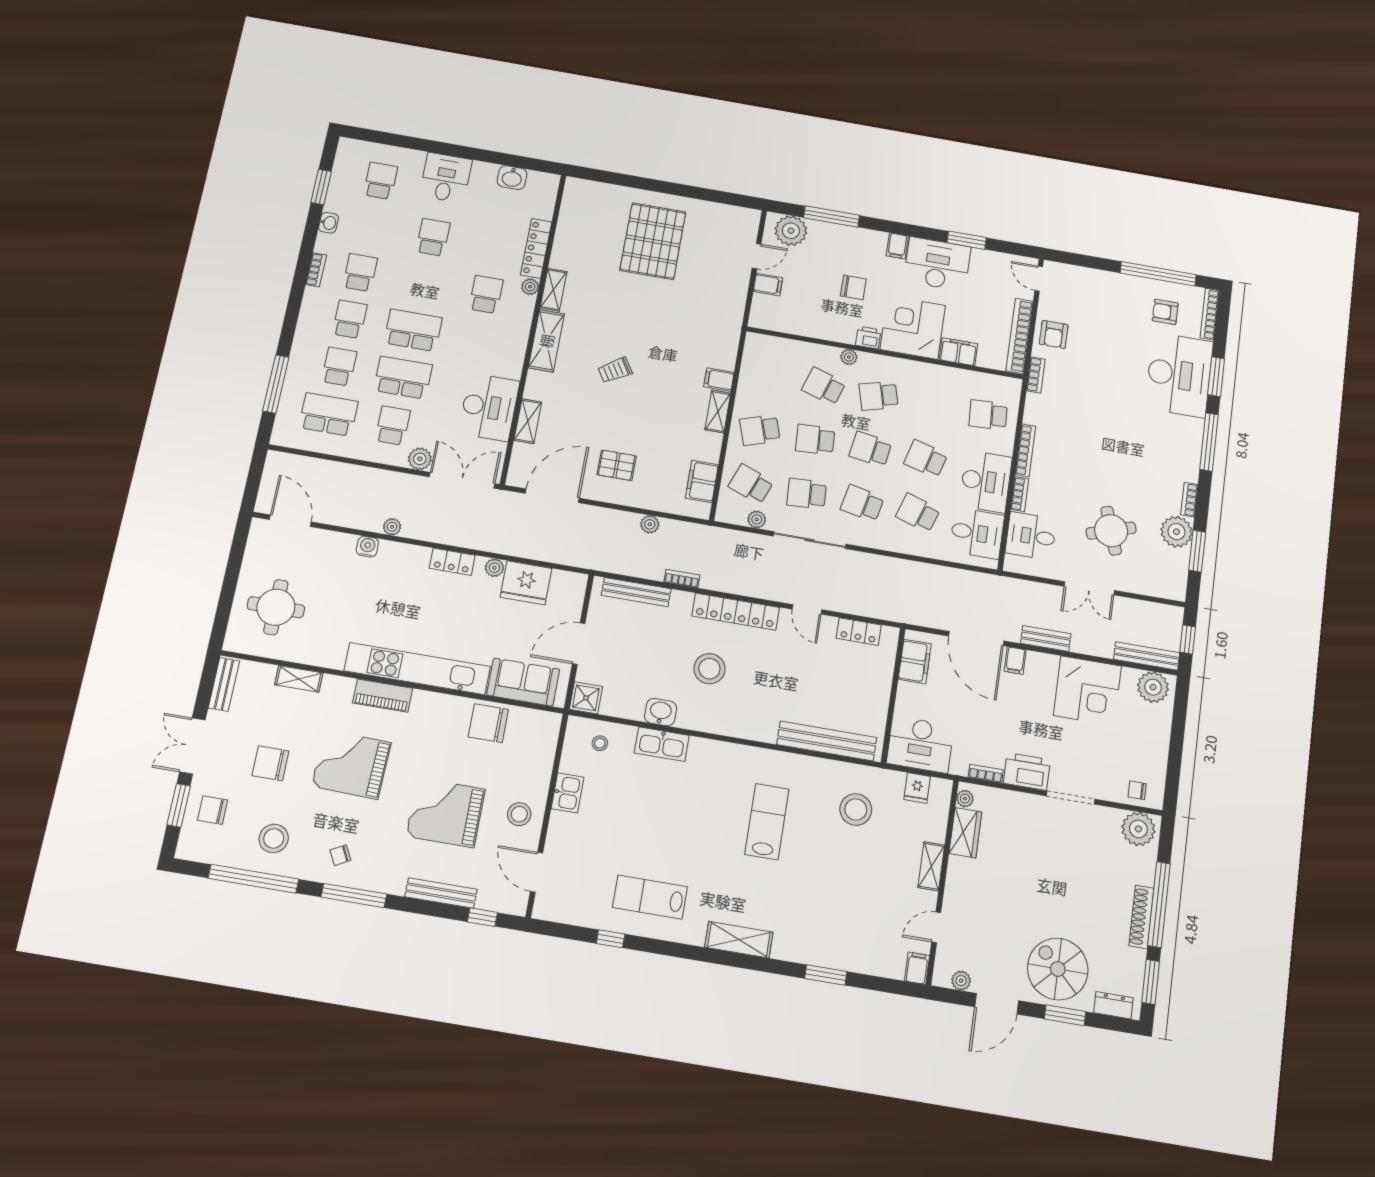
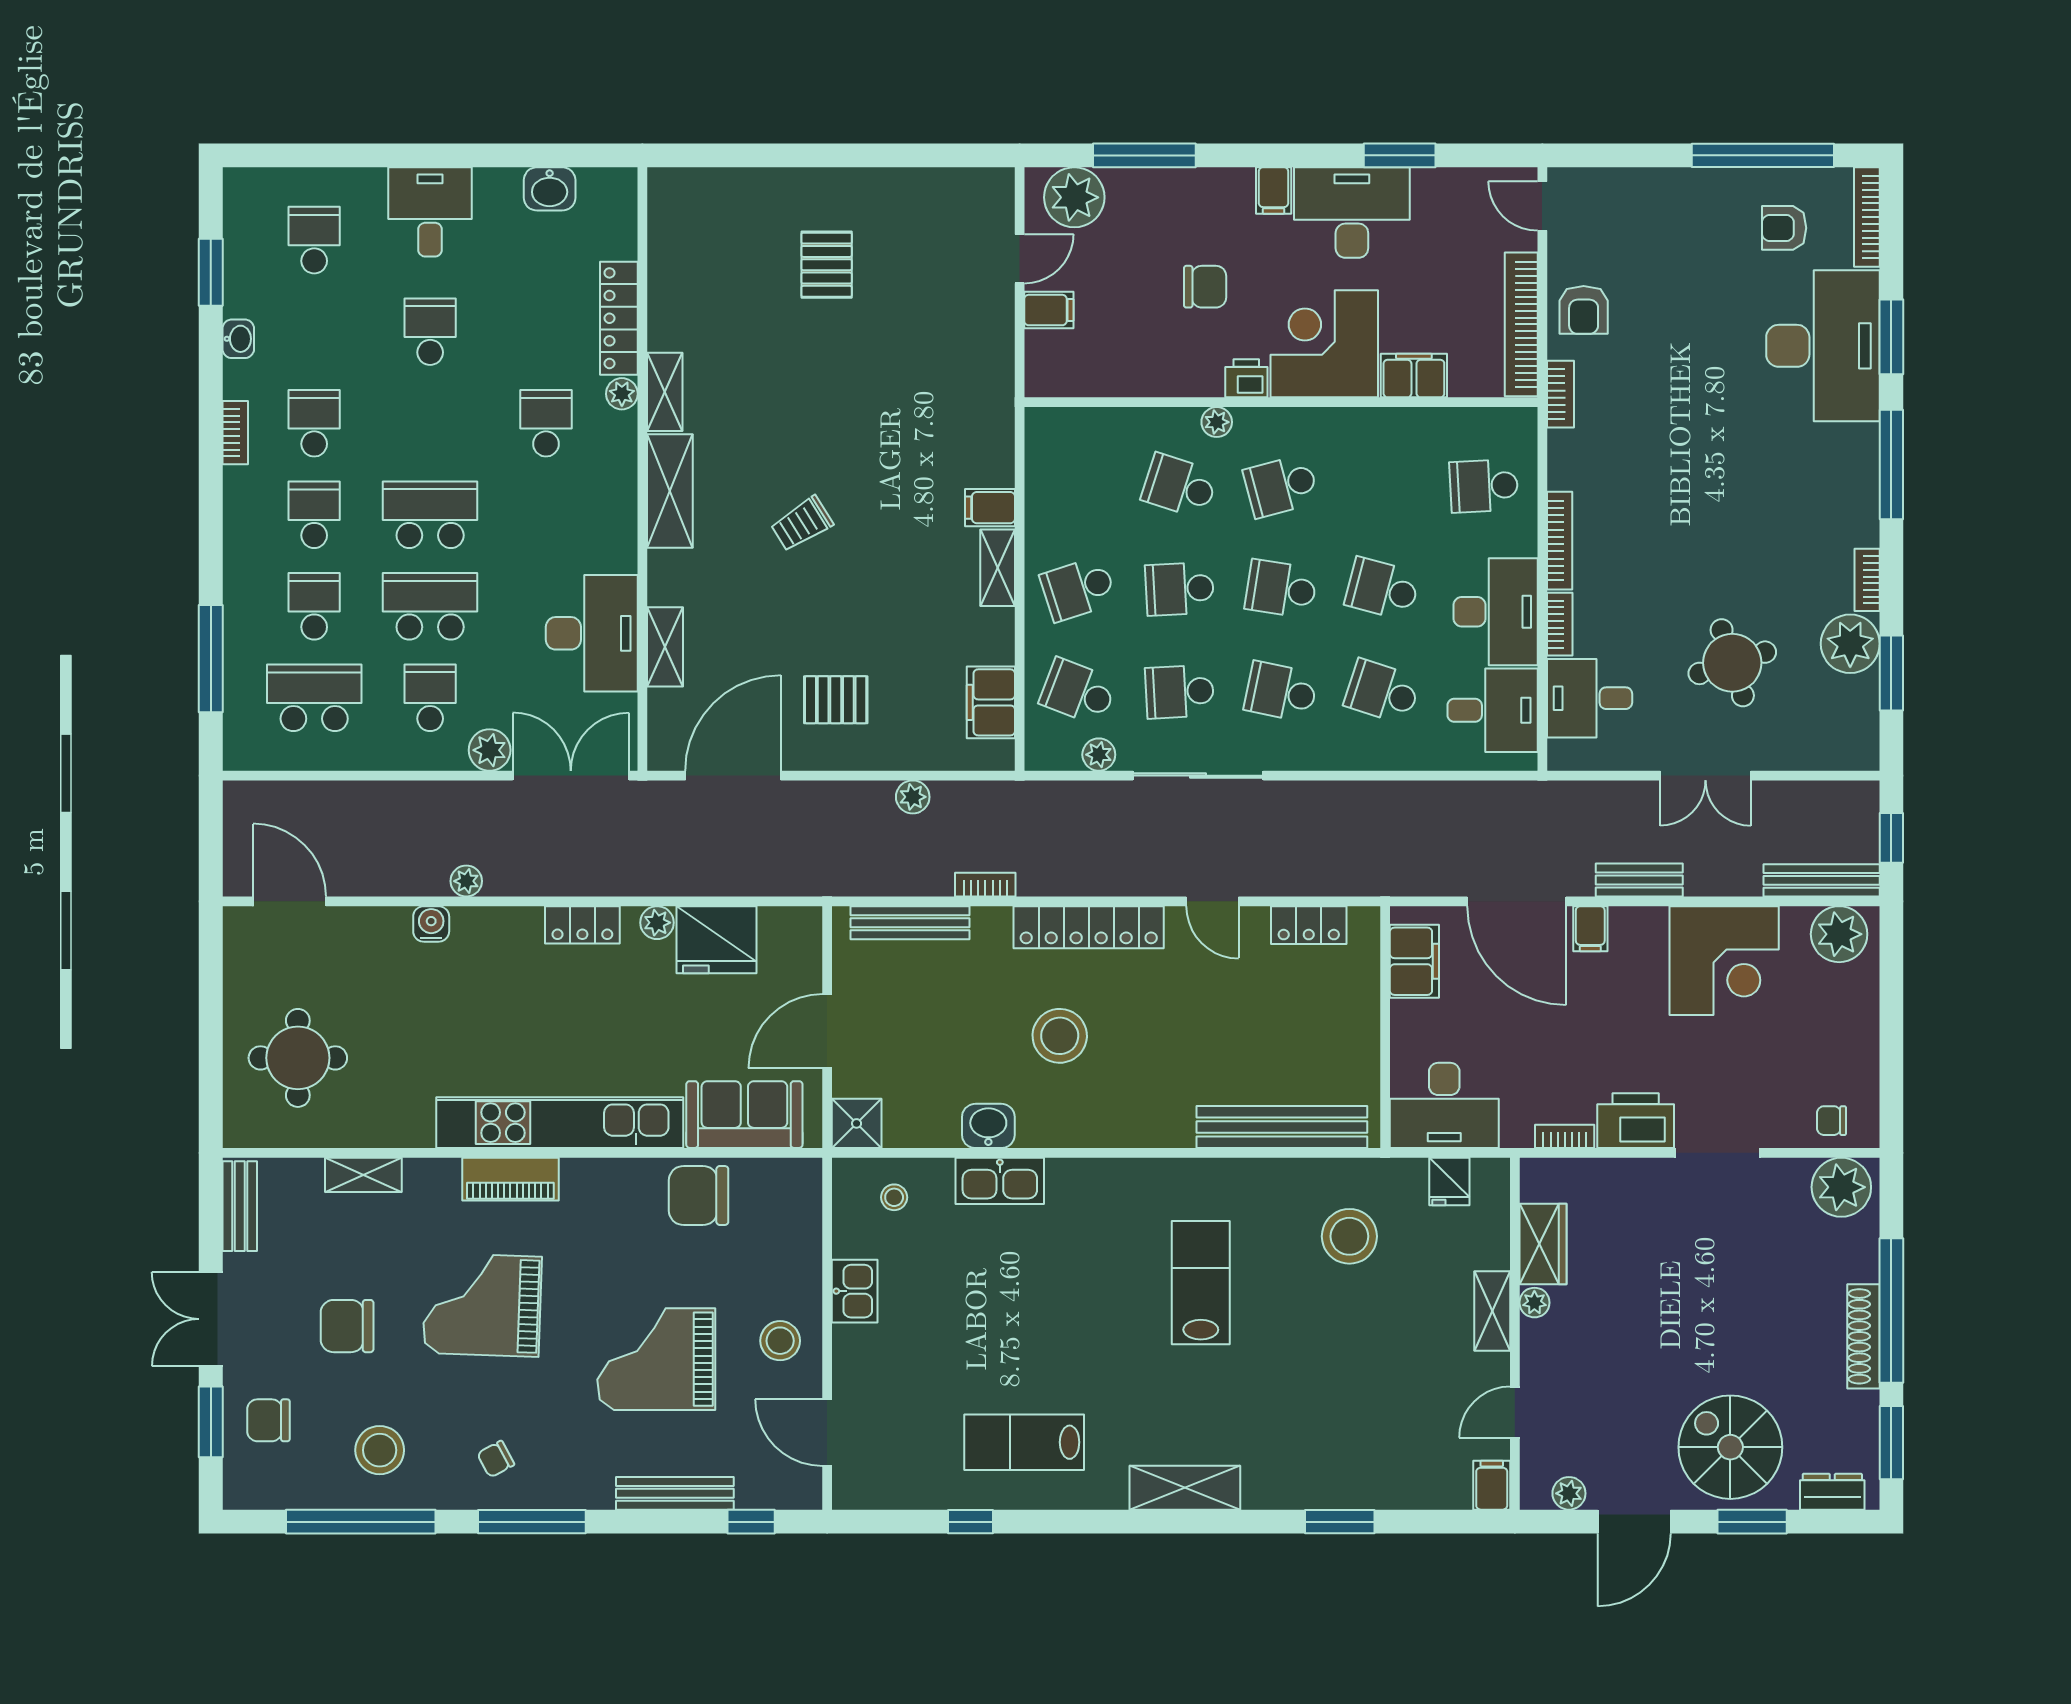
pallet: (653, 241) -> (827, 265), width x0.49, depth x0.50
plant: (965, 799) -> (1534, 1303), moved

